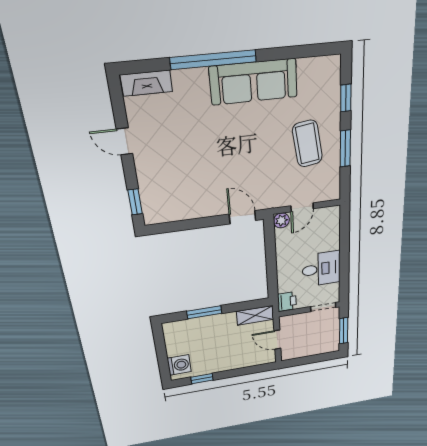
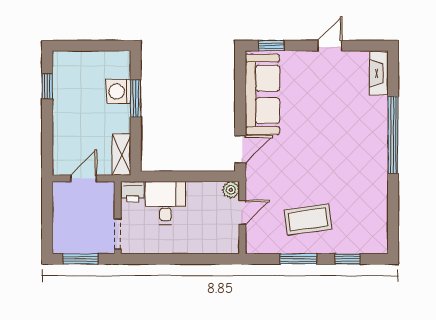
sofa: (254, 82) -> (262, 94), moved, turned 180
door: (302, 207) -> (242, 212), swing flipped
desk: (321, 269) -> (165, 203), moved, turned 180
washing machine: (179, 365) -> (119, 91), moved, turned 90

